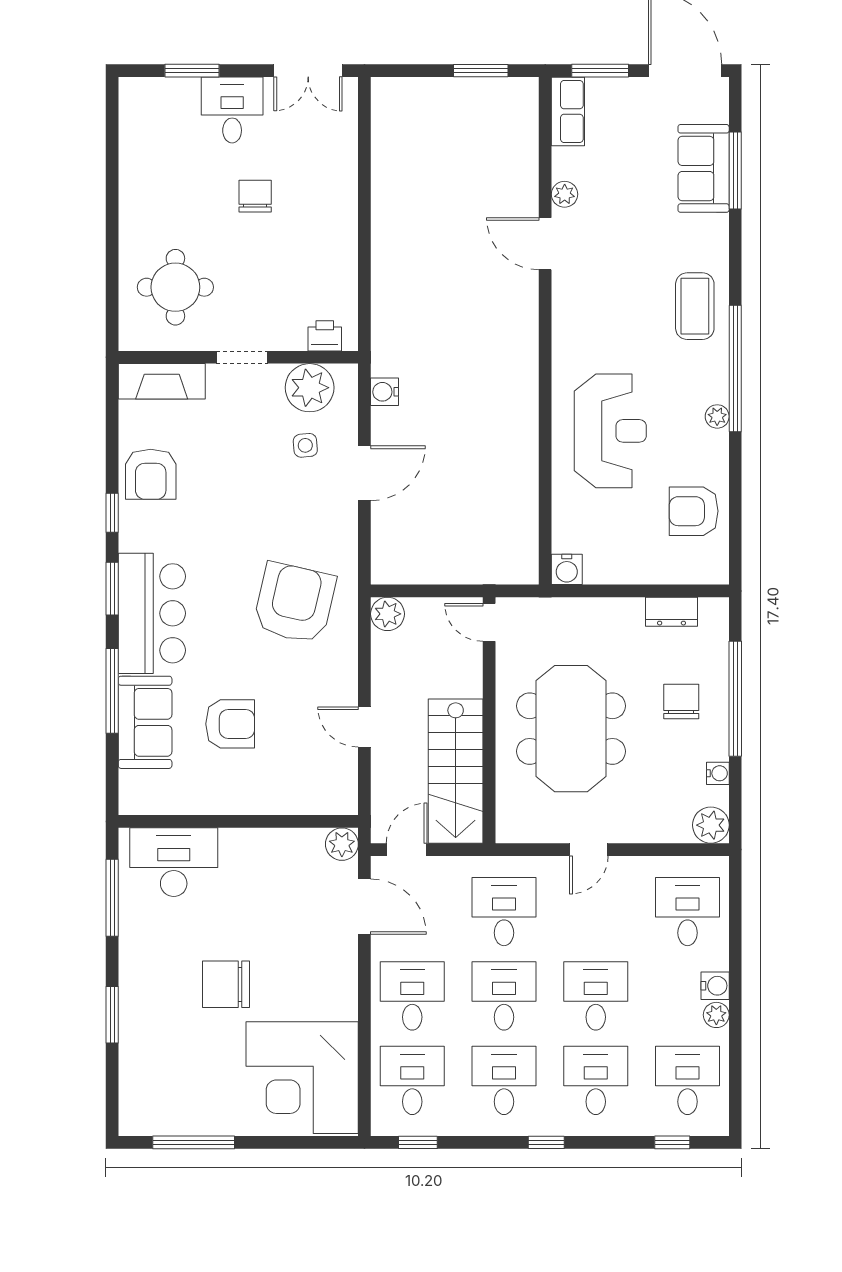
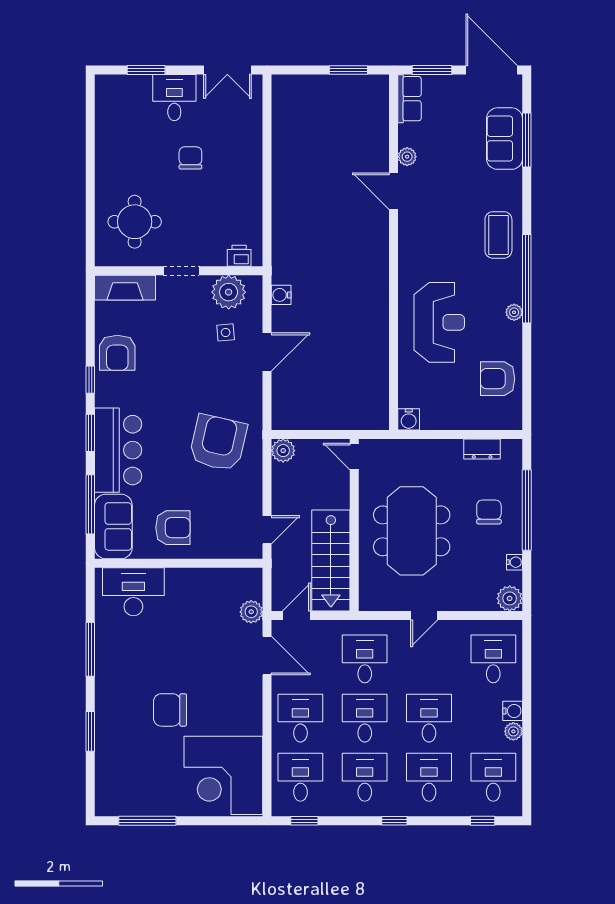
door: (364, 727) -> (267, 530), swing flipped
wall: (238, 821) -> (179, 563), moved
desk: (174, 862) -> (133, 592), moved

